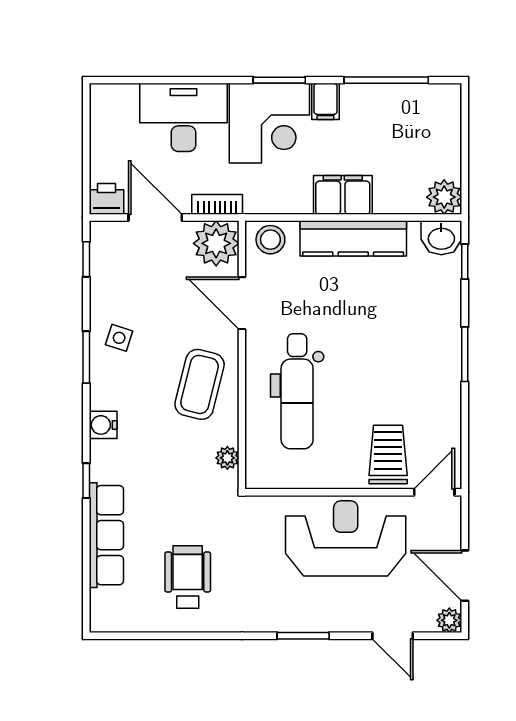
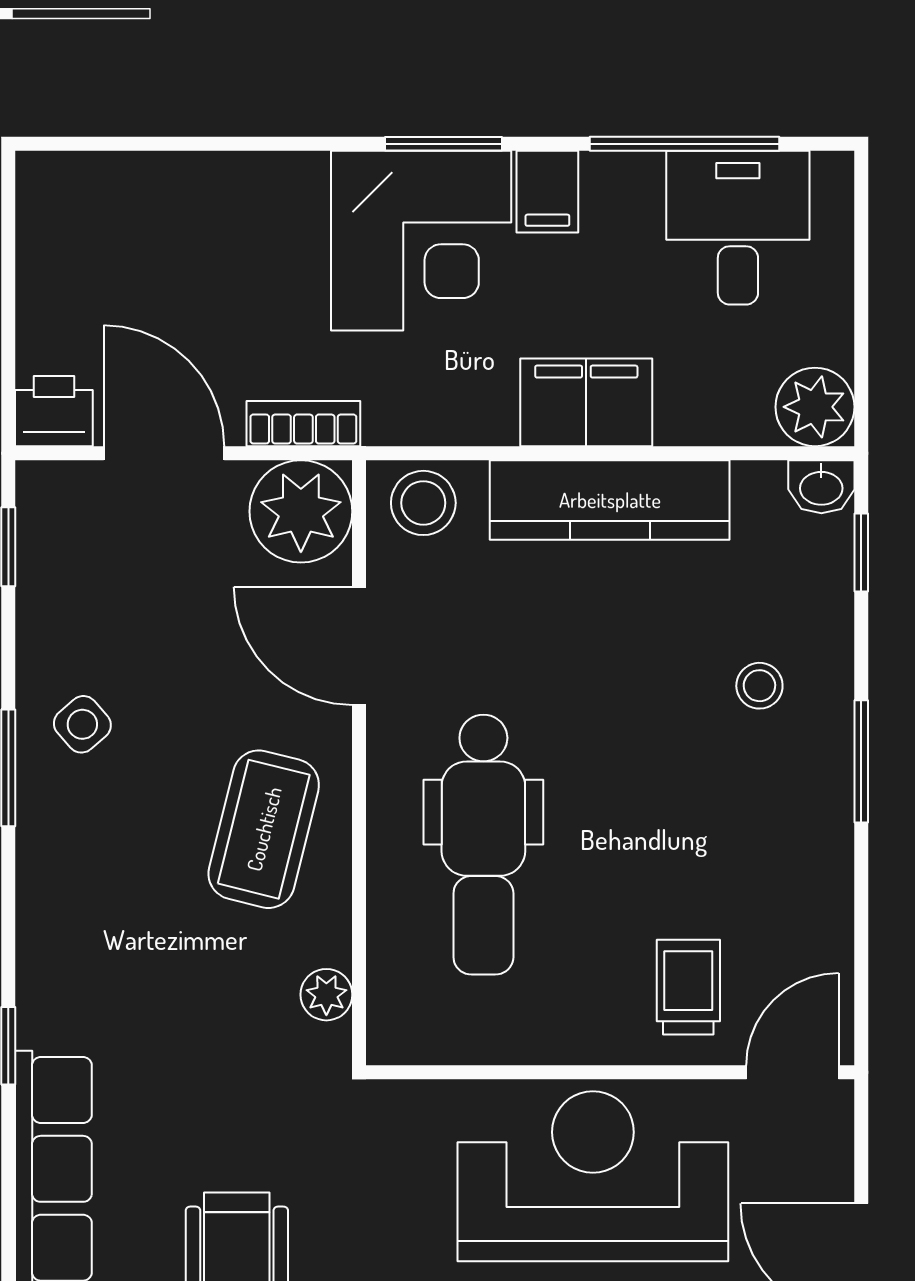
desk: (183, 117) -> (738, 228), moved, width x0.73
washbasin: (441, 238) -> (821, 487), width x0.72, depth x0.69
stool: (420, 321) -> (759, 686), added
side table: (119, 338) -> (82, 724), turned 31
water cooler: (103, 425) -> (46, 920), removed
trolley: (388, 455) -> (688, 987), width x0.73, depth x0.72

